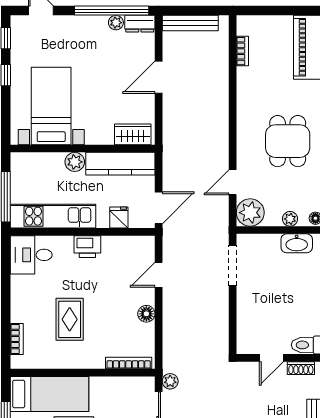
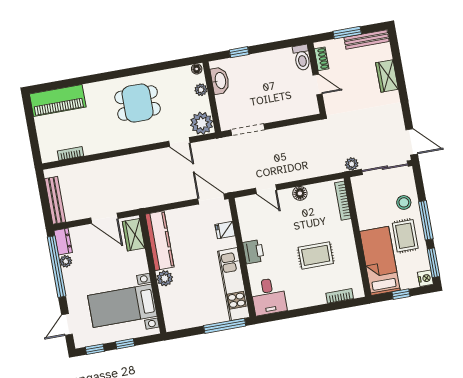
bed with nightstands: (51, 106) -> (122, 306), moved
wardrobe: (133, 134) -> (134, 235), moved
wall: (83, 149) -> (153, 274), moved
plant: (75, 162) -> (165, 278), moved
kitchen counter: (120, 164) -> (160, 241), moved

